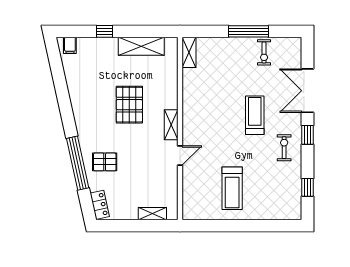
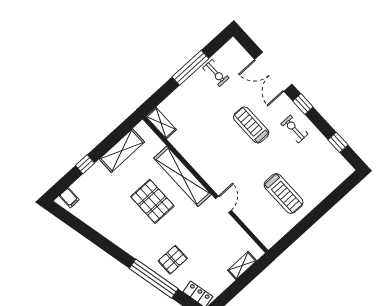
shelving: (171, 125) -> (183, 176), width x2.20, depth x1.33

